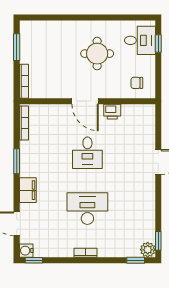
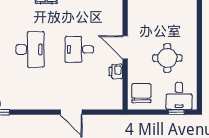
chair: (137, 83) -> (141, 93), width x1.87, depth x1.87
door: (85, 101) -> (125, 47), hinge flipped

